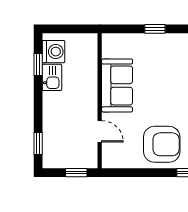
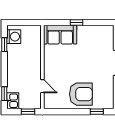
kitchen sink: (52, 77) -> (13, 101), moved
sofa: (117, 85) -> (60, 35), moved, turned 90

